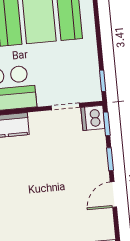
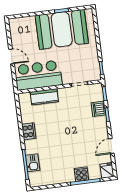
dishwasher: (93, 118) -> (99, 109), moved
door: (113, 194) -> (111, 146), moved

